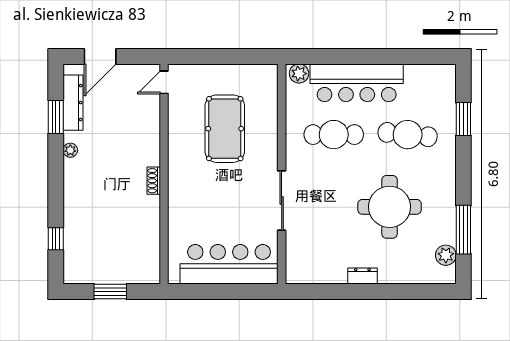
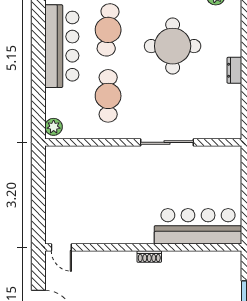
bar counter: (357, 83) -> (62, 46), moved
pool table: (225, 129) -> (103, 193), removed
bar counter: (229, 264) -> (198, 226), moved, turned 90

